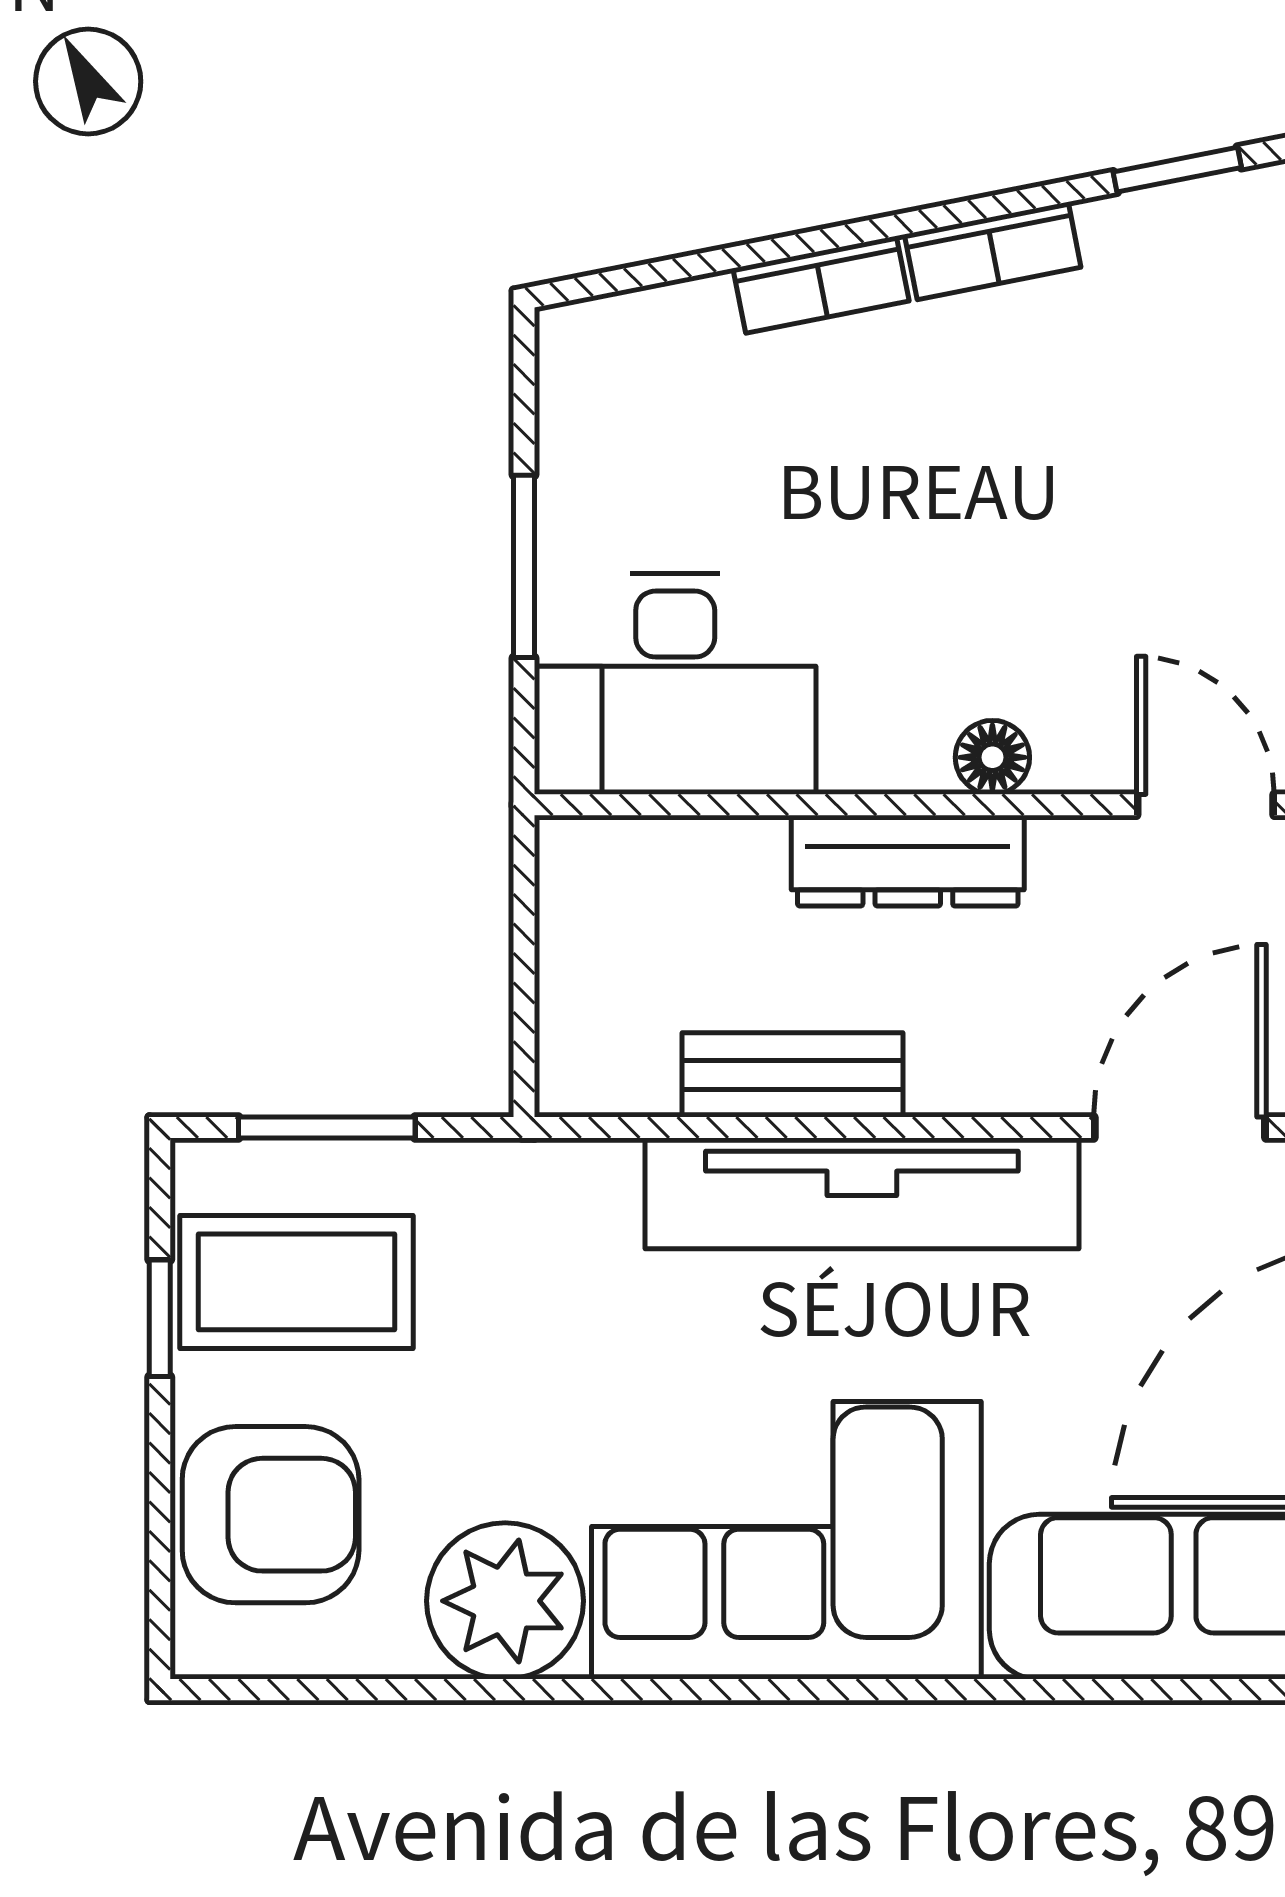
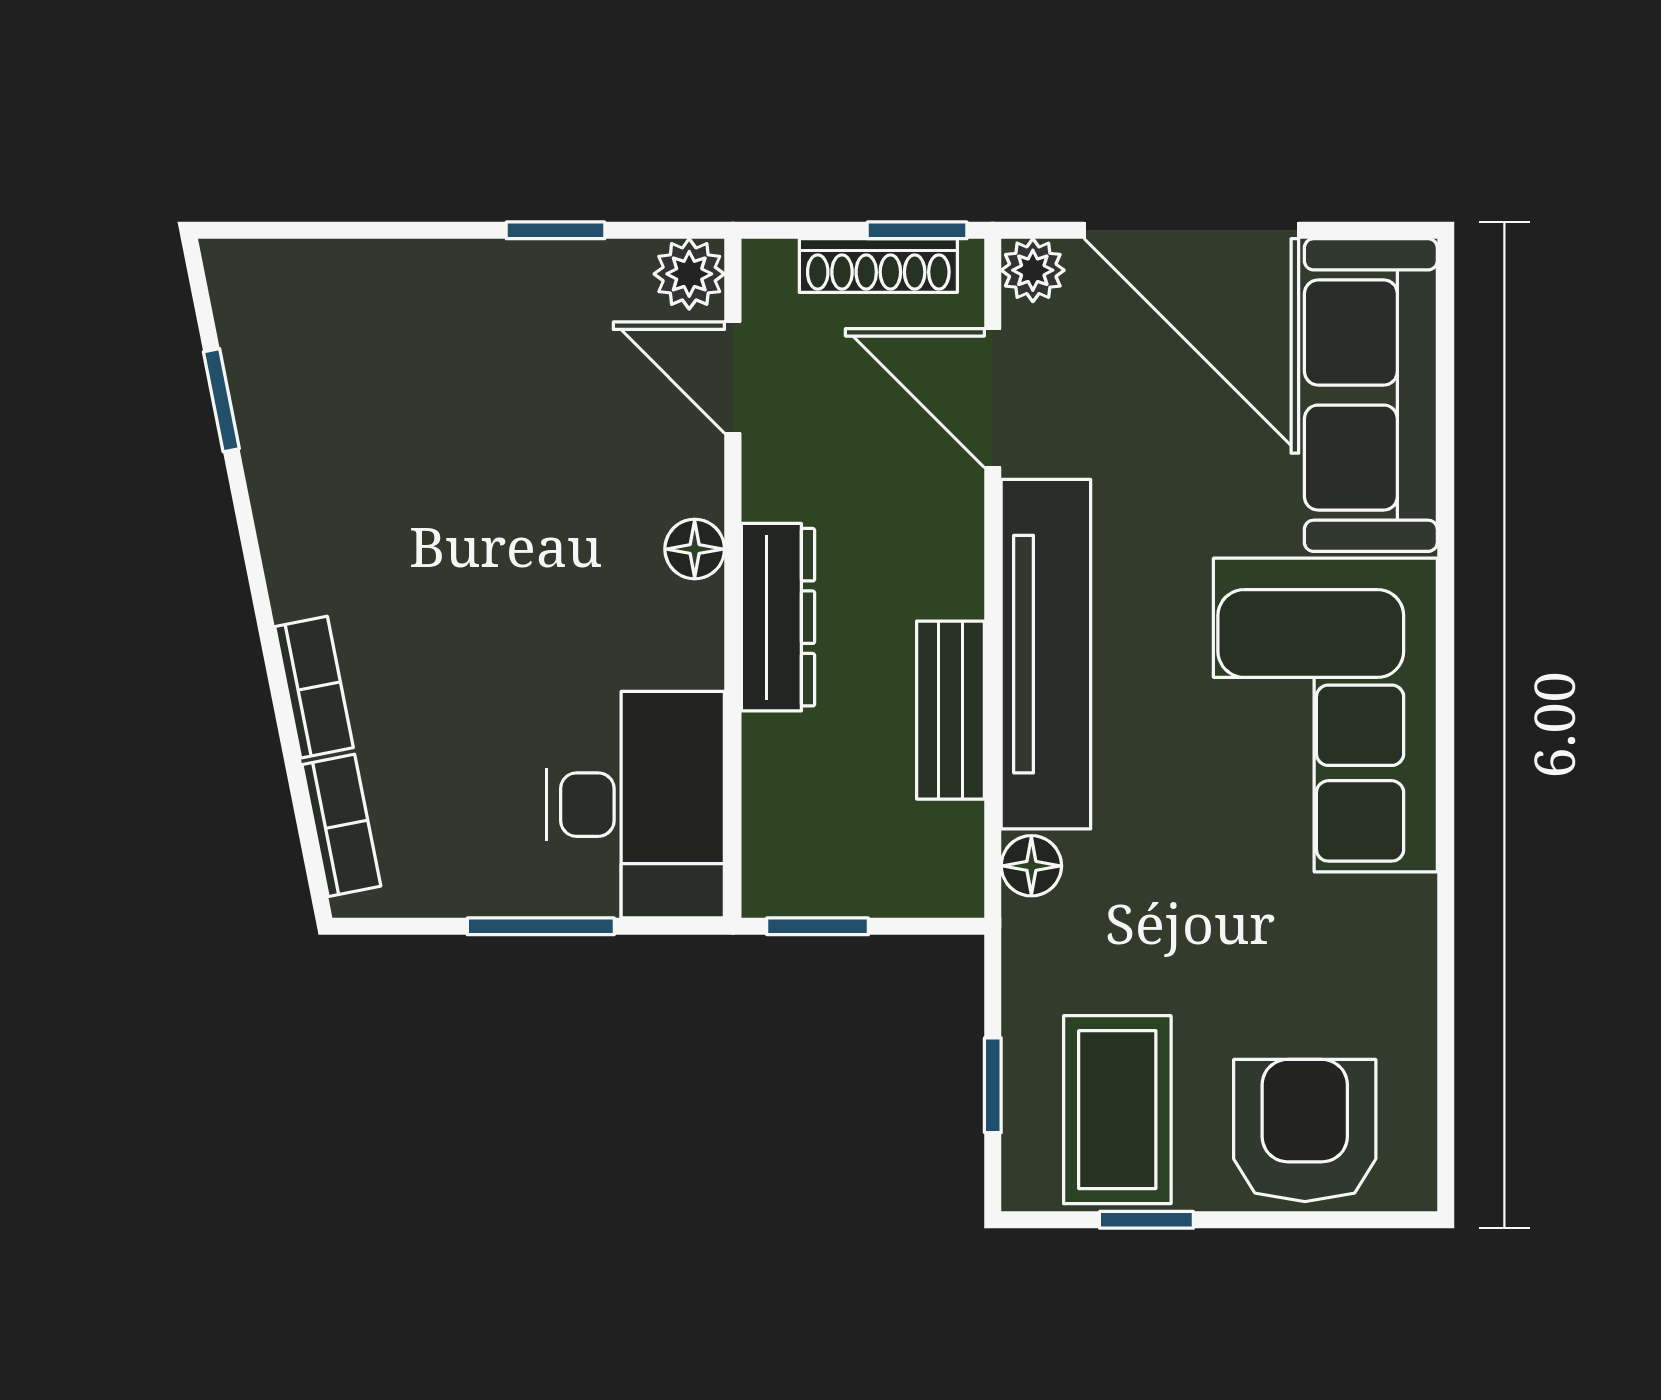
bookcase: (993, 251) -> (341, 825), moved
door: (1205, 805) -> (733, 377), hinge flipped
window: (524, 910) -> (818, 926), added
window: (327, 1127) -> (993, 1085), width x0.67
floor lamp: (599, 1175) -> (1031, 866), added
plant: (505, 1601) -> (1374, 942), removed

